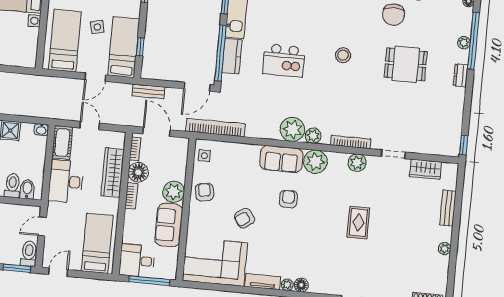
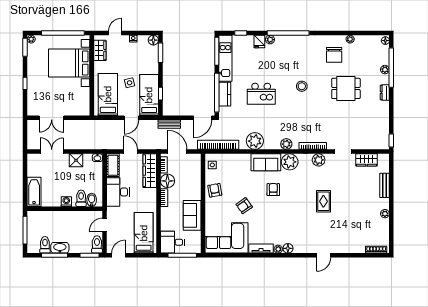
plant: (292, 129) -> (255, 141), moved
wardrobe: (113, 173) -> (150, 171), moved
plant: (174, 192) -> (193, 192), removed

